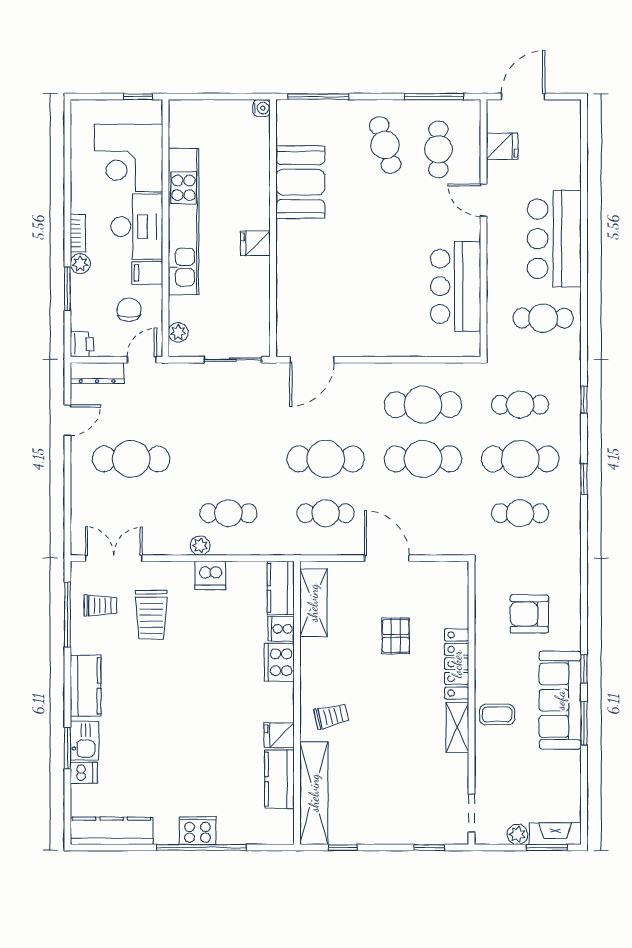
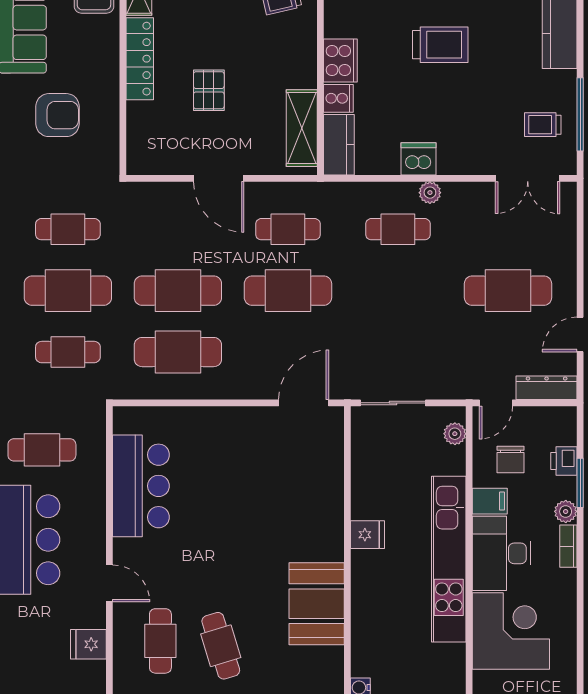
printer: (82, 344) -> (564, 461), moved
trolley: (151, 615) -> (440, 45), moved, turned 90

